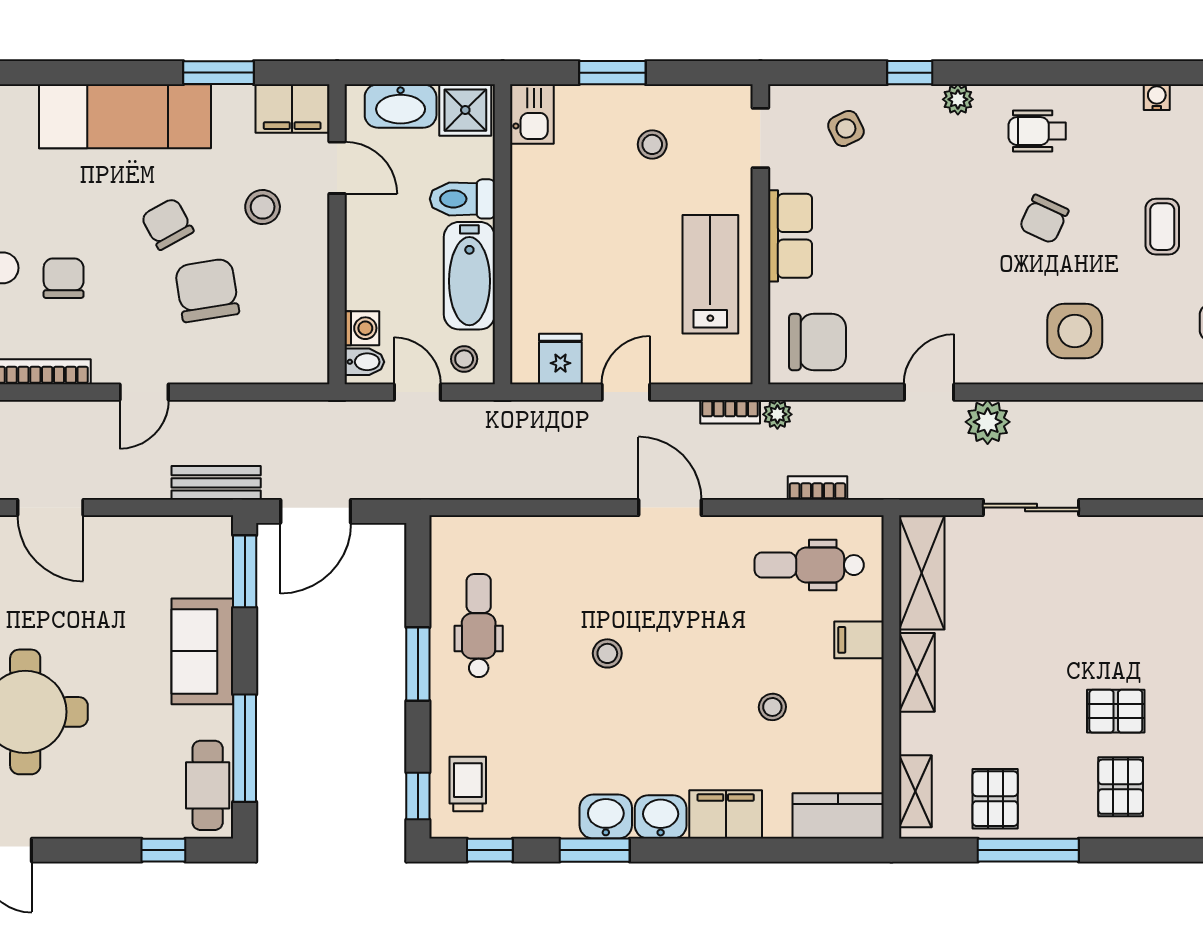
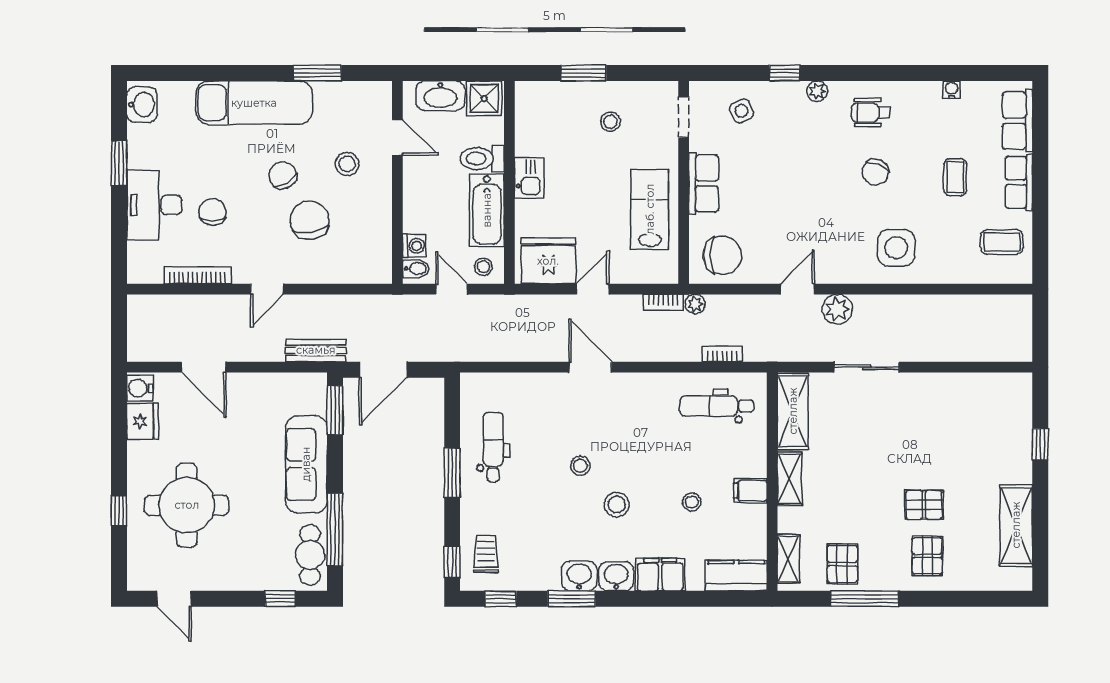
filing cabinet: (292, 109) -> (367, 97), removed
kitchen sink: (532, 114) -> (529, 178), moved
fridge: (560, 359) -> (548, 261), width x1.88, depth x1.34
door: (670, 508) -> (590, 367), moved
filing cabinet: (859, 640) -> (750, 491), moved
sofa: (202, 651) -> (306, 464), width x1.36
stool: (661, 711) -> (617, 505), added

